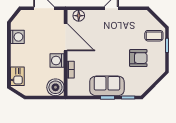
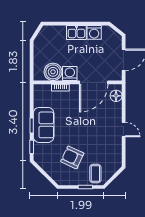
armchair: (138, 58) -> (72, 157), turned 115
kitchen sink: (17, 76) -> (76, 32), moved
boiler: (55, 87) -> (53, 72), moved

